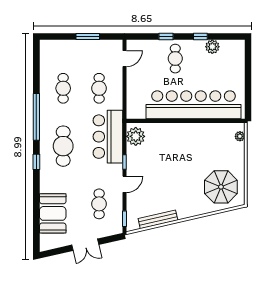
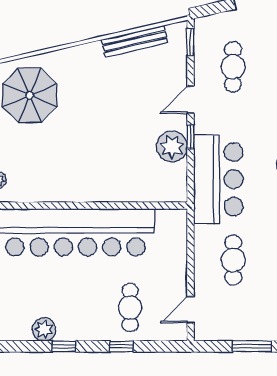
cafe table: (175, 59) -> (130, 308), moved
plant: (136, 136) -> (172, 147), moved

